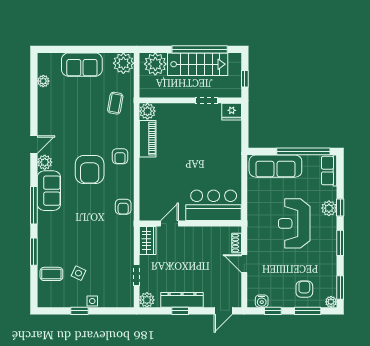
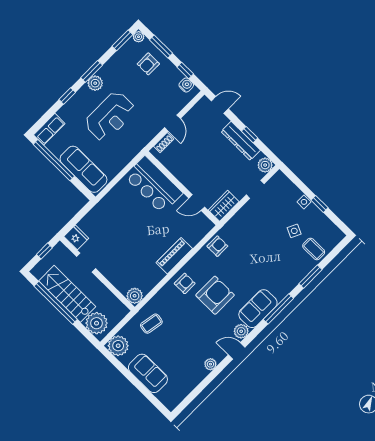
plant: (43, 81) -> (210, 364), moved
piano: (148, 139) -> (174, 256), moved
plant: (329, 208) -> (95, 83), moved

